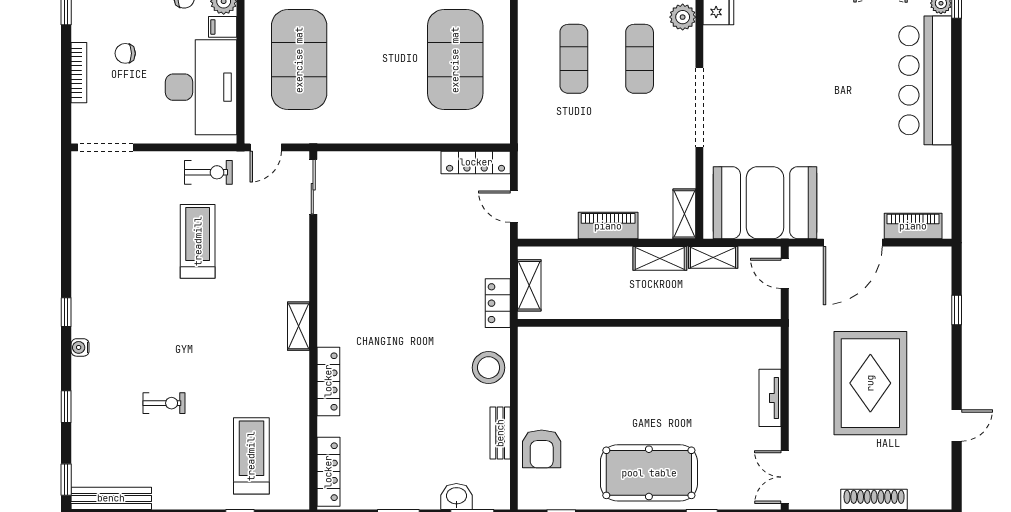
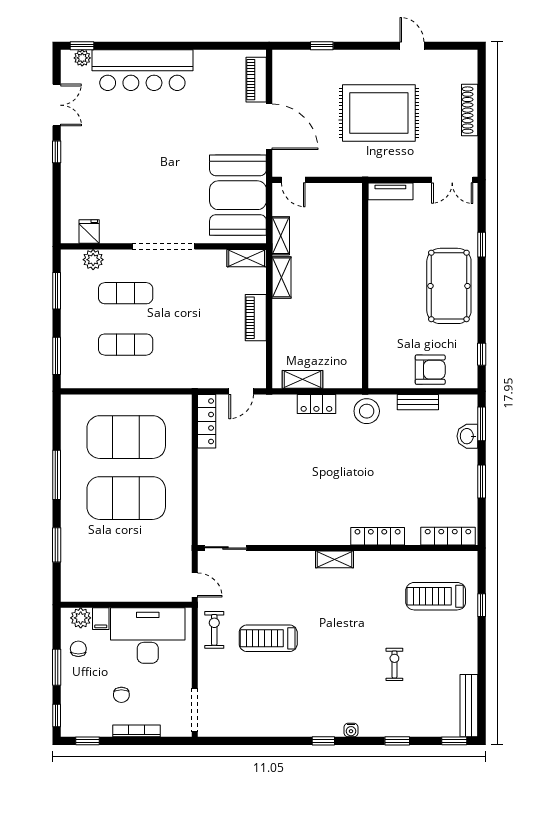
exercise mat: (299, 60) -> (126, 498), moved
door: (785, 273) -> (293, 180), hinge flipped
wall: (649, 323) -> (365, 286), moved

